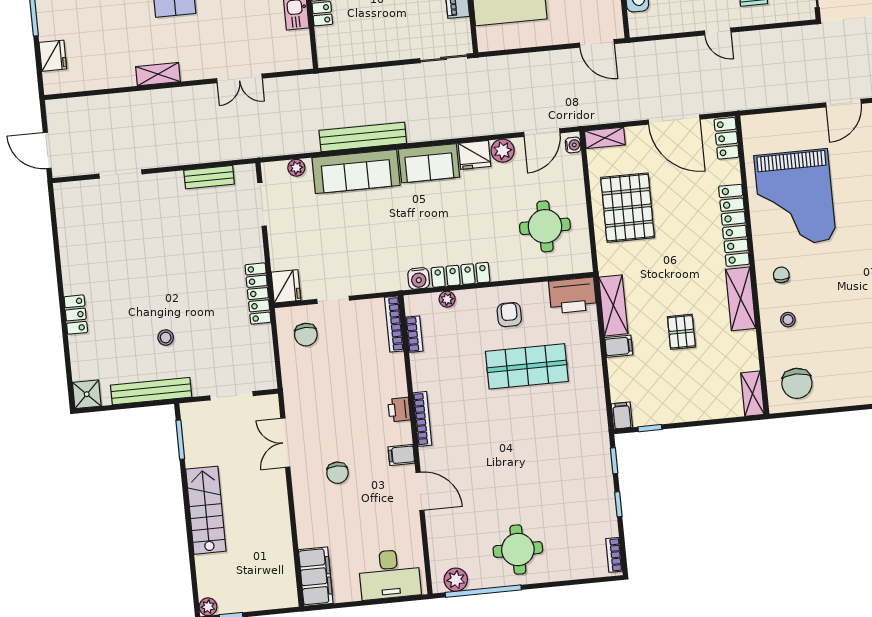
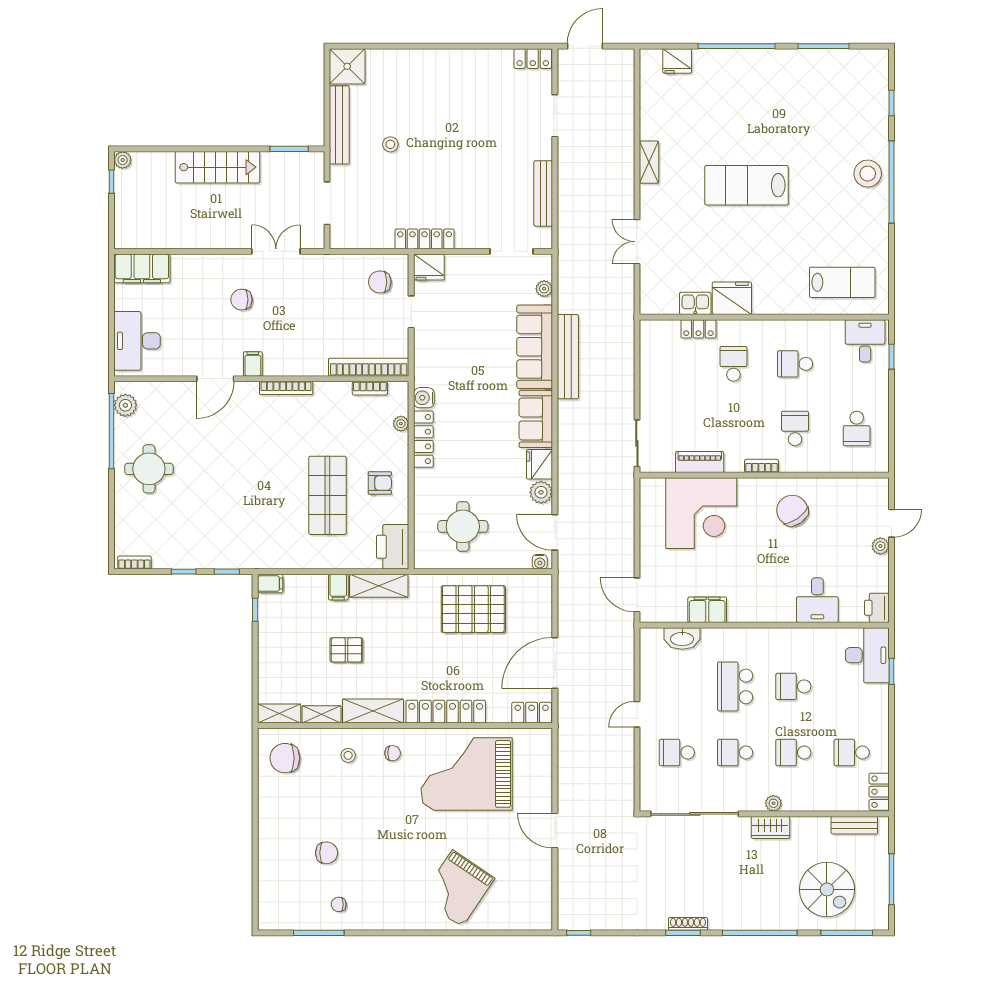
door: (597, 43) -> (637, 595), hinge flipped
shelving: (605, 138) -> (322, 714), moved, turned 90
bench: (209, 177) -> (543, 193), width x1.36
locker: (76, 315) -> (533, 59), moved
bookcase: (394, 324) -> (369, 367), width x1.48, depth x1.31
shower: (87, 394) -> (347, 66), width x1.36, depth x1.36
printer: (399, 410) -> (297, 366), removed

